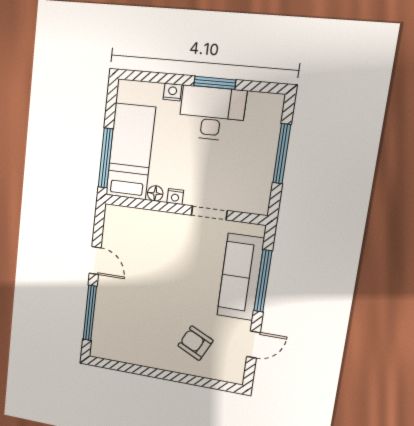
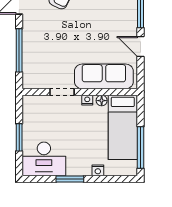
desk: (212, 113) -> (44, 159), moved
window: (282, 154) -> (19, 137), width x0.69
window: (106, 158) -> (140, 147), moved
sofa: (240, 277) -> (104, 76), moved, turned -90

